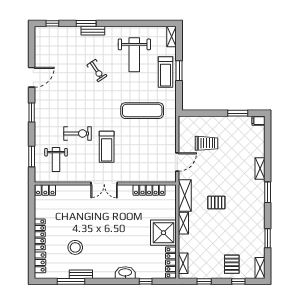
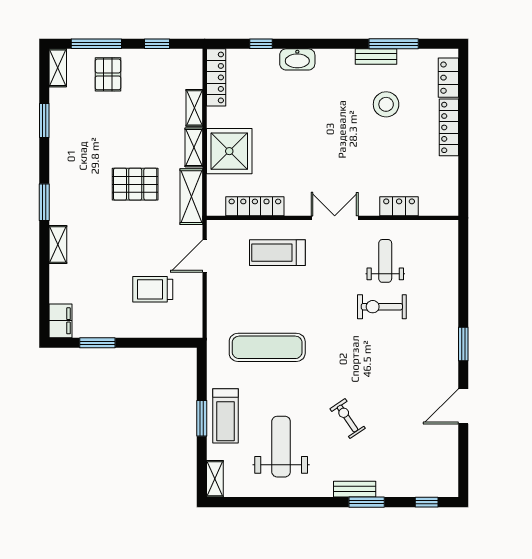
treadmill: (166, 72) -> (226, 416), turned 180
filing cabinet: (258, 121) -> (61, 321), width x2.00
treadmill: (107, 147) -> (277, 253), moved, turned -90
window: (32, 157) -> (463, 266), removed
weight bench: (56, 160) -> (385, 261), moved
locker: (45, 190) -> (399, 206), moved
pallet: (216, 202) -> (135, 184), width x1.50, depth x1.42
shower: (163, 233) -> (229, 151), moved
shelving: (183, 263) -> (194, 108), moved
window: (238, 281) -> (96, 44), width x2.17

